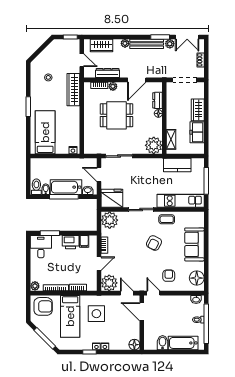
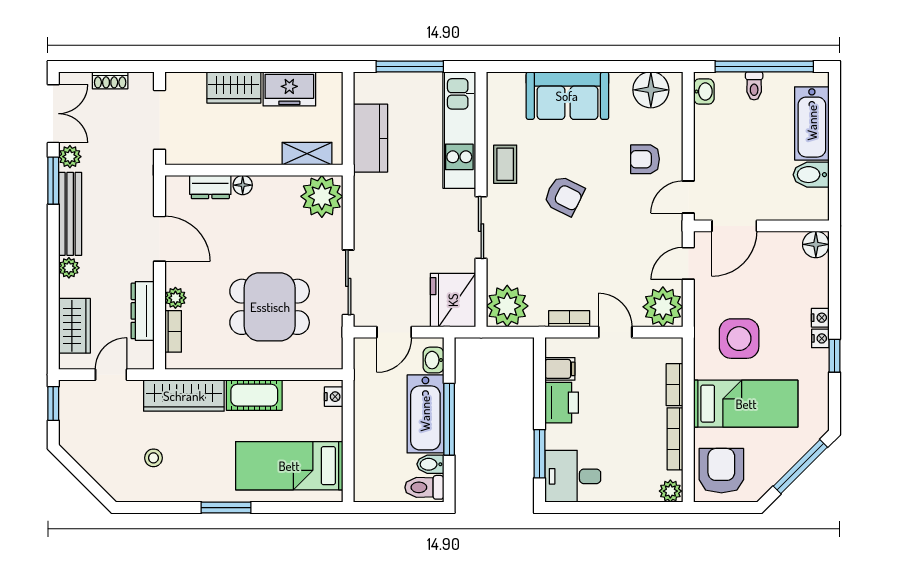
dining table: (116, 115) -> (270, 307), moved, turned 90
cot: (74, 118) -> (254, 395), added

